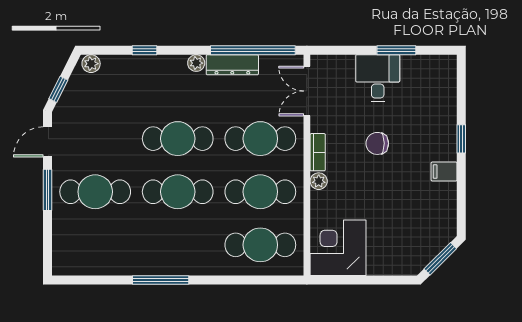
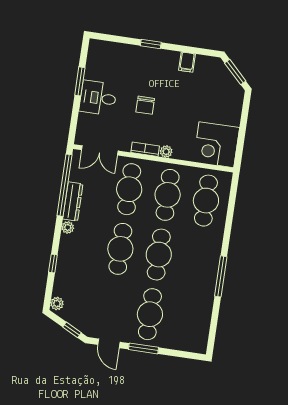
filing cabinet: (444, 172) -> (187, 62), moved

